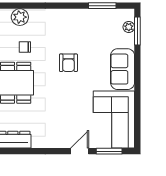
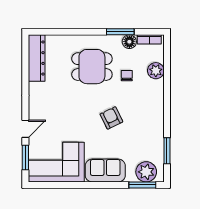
plant: (129, 27) -> (146, 172), width x1.87, depth x1.87
armchair: (68, 63) -> (111, 118), turned 64
door: (80, 151) -> (25, 129), hinge flipped

